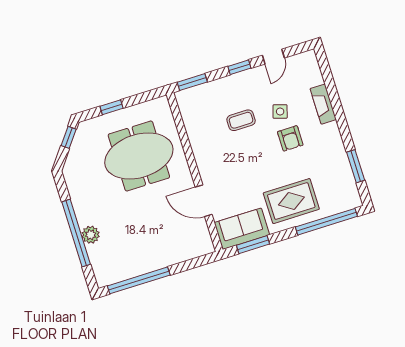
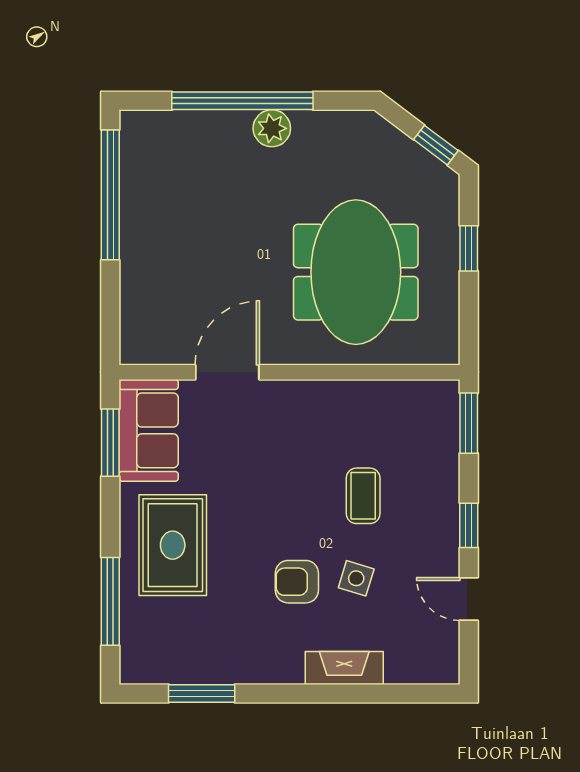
window: (326, 222) -> (110, 601), width x0.68
plant: (91, 235) -> (272, 128), moved

